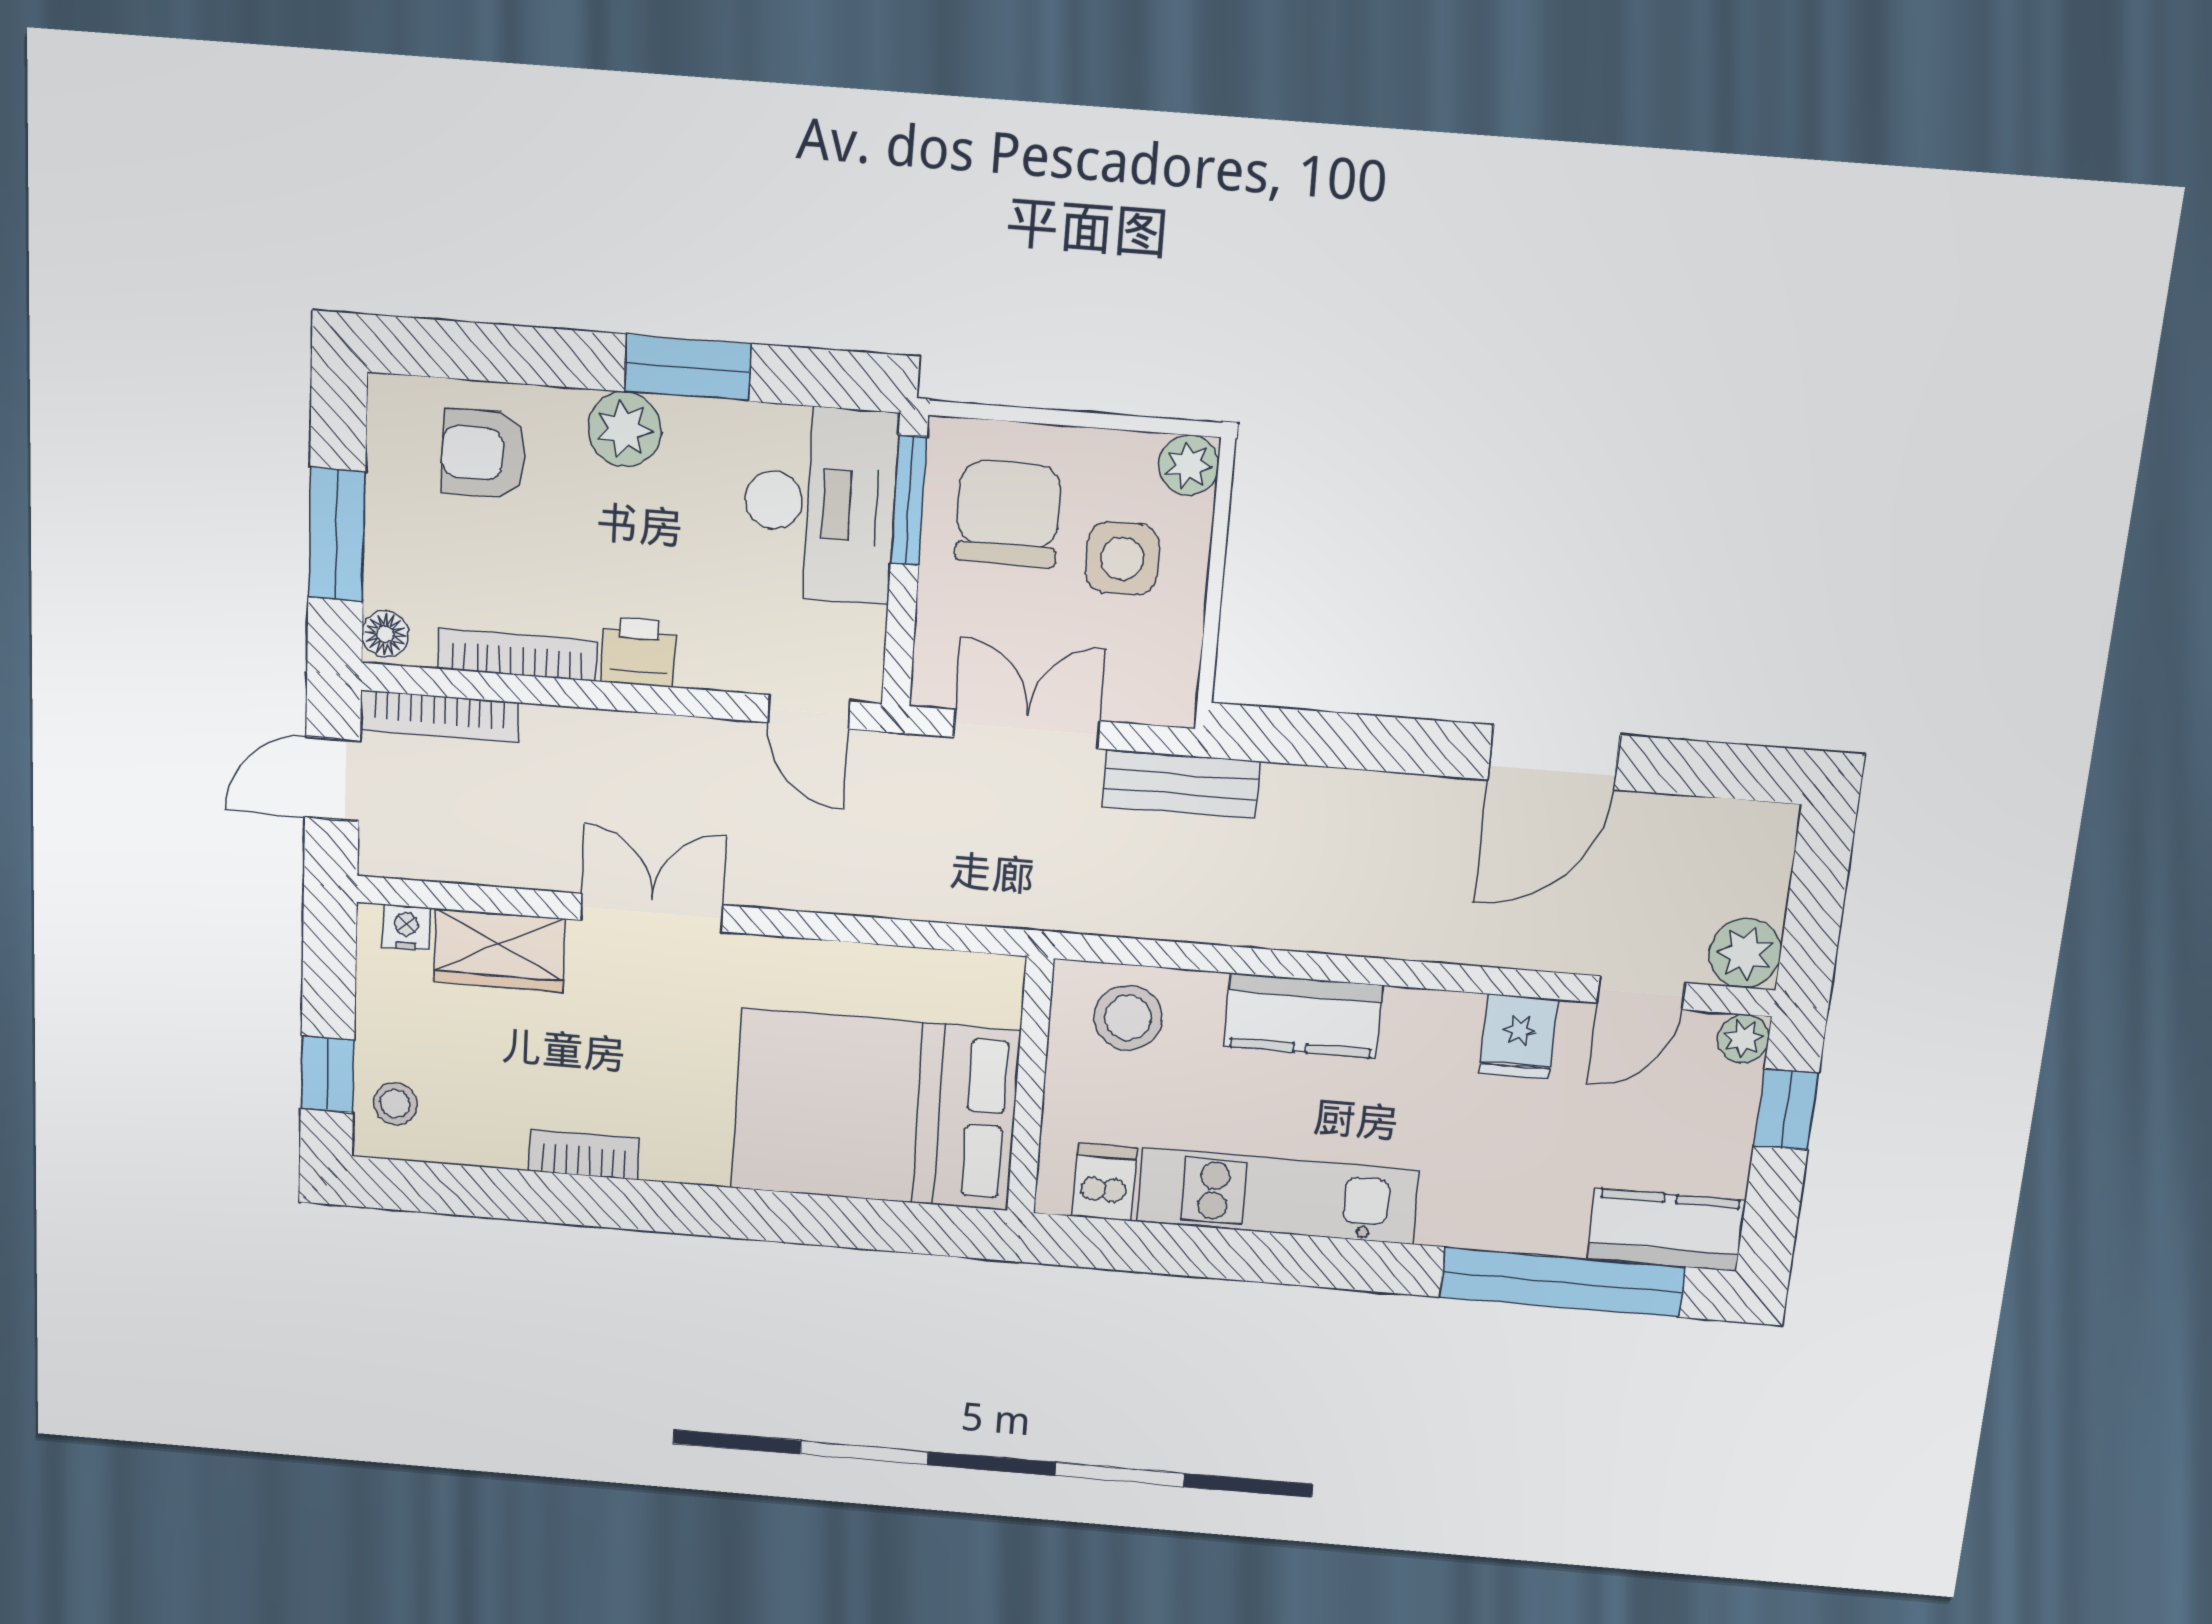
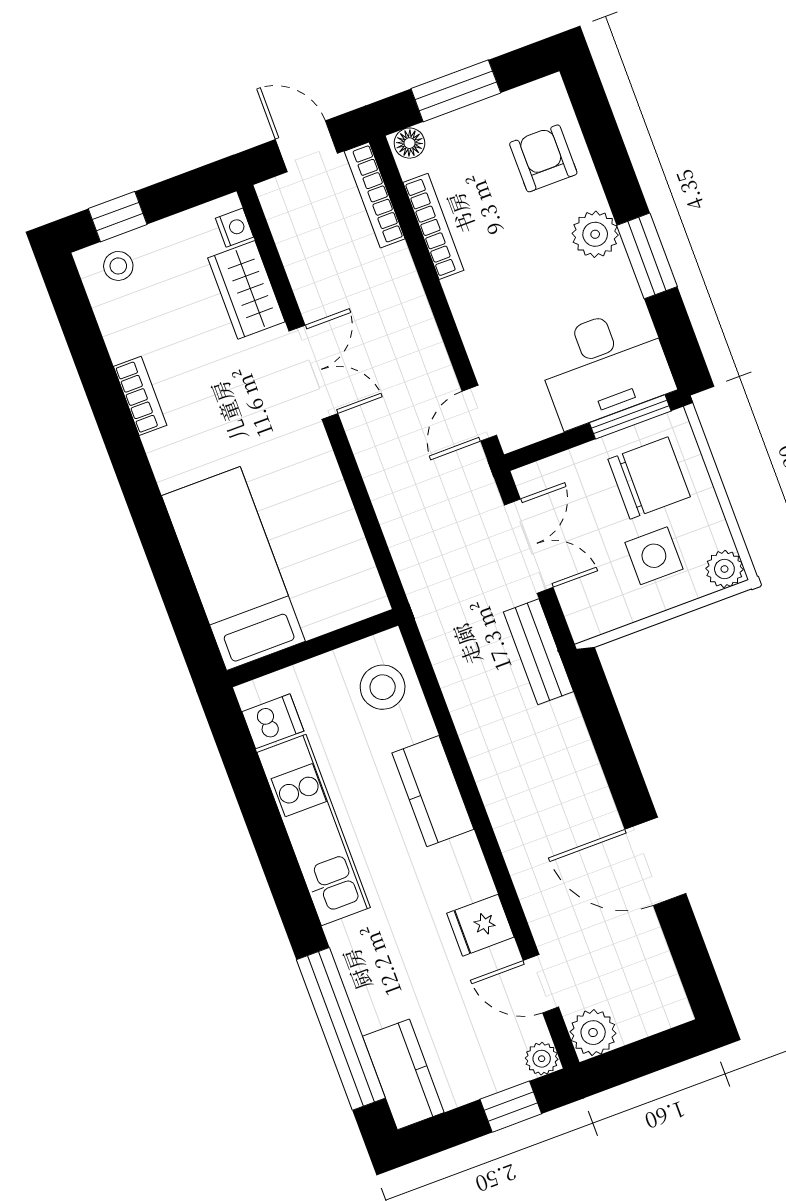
printer: (639, 652) -> (469, 297), removed
bed: (875, 1110) -> (233, 568), width x0.67

